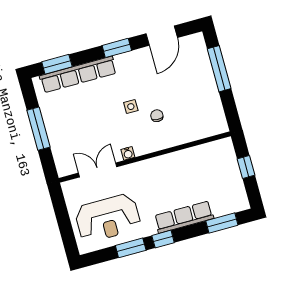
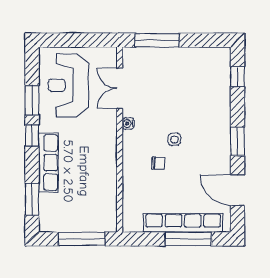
window: (57, 64) -> (238, 77), width x0.67
row of seats: (78, 74) -> (183, 223), moved, turned 90
window: (38, 129) -> (157, 40), moved
window: (246, 167) -> (82, 239), width x2.17
double door: (98, 170) -> (120, 88), swing flipped

